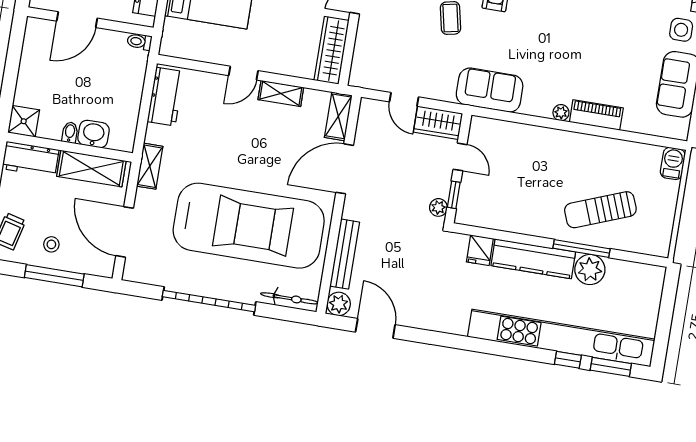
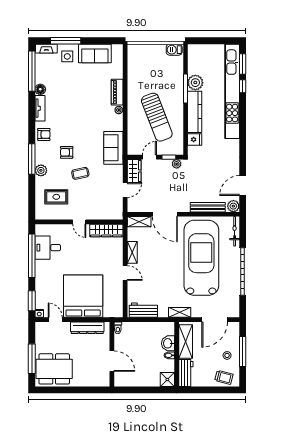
barbecue: (673, 163) -> (174, 50), moved
sun lounger: (600, 210) -> (157, 117), moved, width x1.36, depth x1.34

